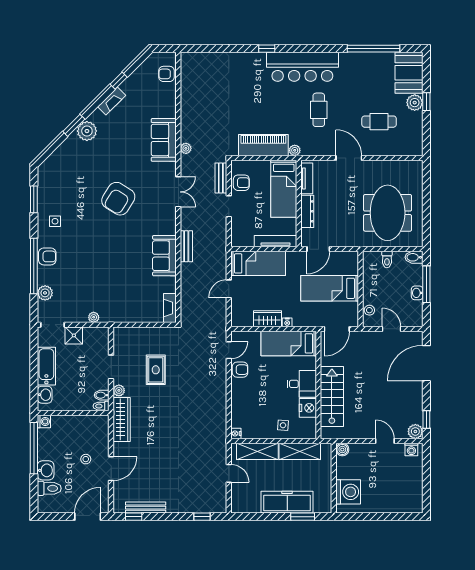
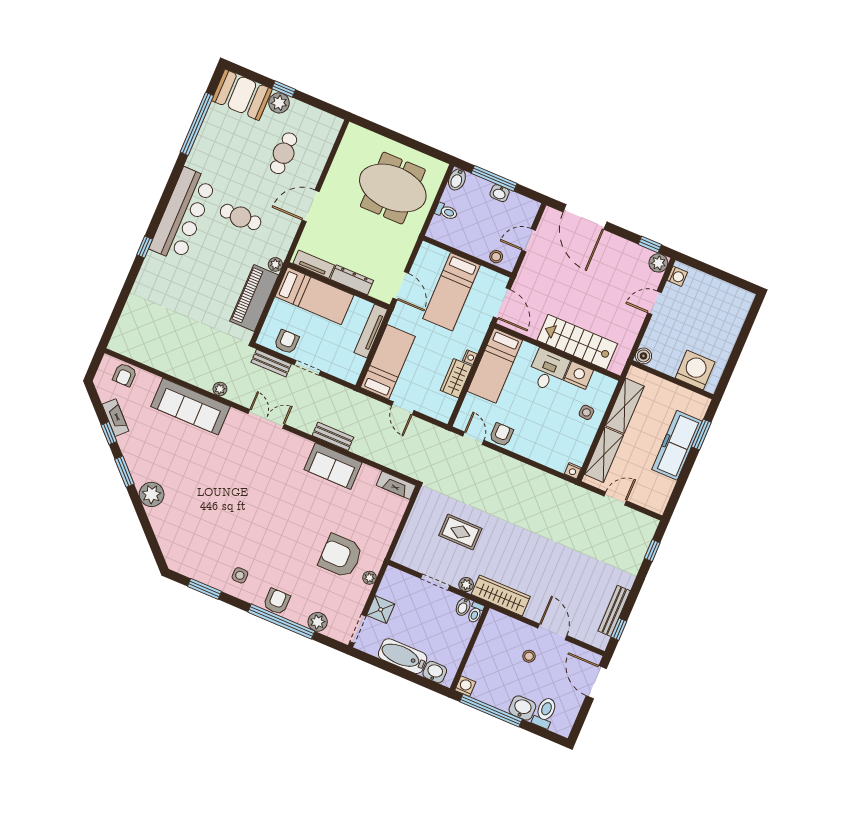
fireplace: (112, 101) -> (115, 418), moved
window: (74, 125) -> (124, 472), moved
sofa: (164, 140) -> (190, 407), width x1.36
armchair: (118, 199) -> (341, 556), moved, turned 148

